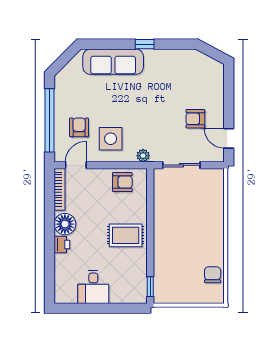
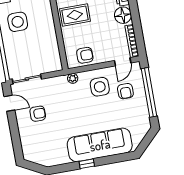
sofa: (113, 62) -> (100, 145), width x1.36, depth x1.27
sliding door: (181, 165) -> (27, 79), moved
armchair: (122, 182) -> (85, 55), turned 180
side table: (200, 240) -> (18, 22), added

